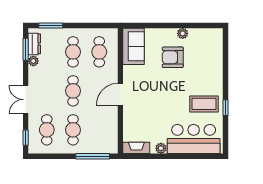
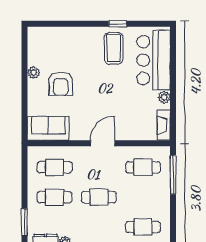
door: (120, 94) -> (103, 143), swing flipped
cafe table: (73, 130) -> (143, 167), moved

